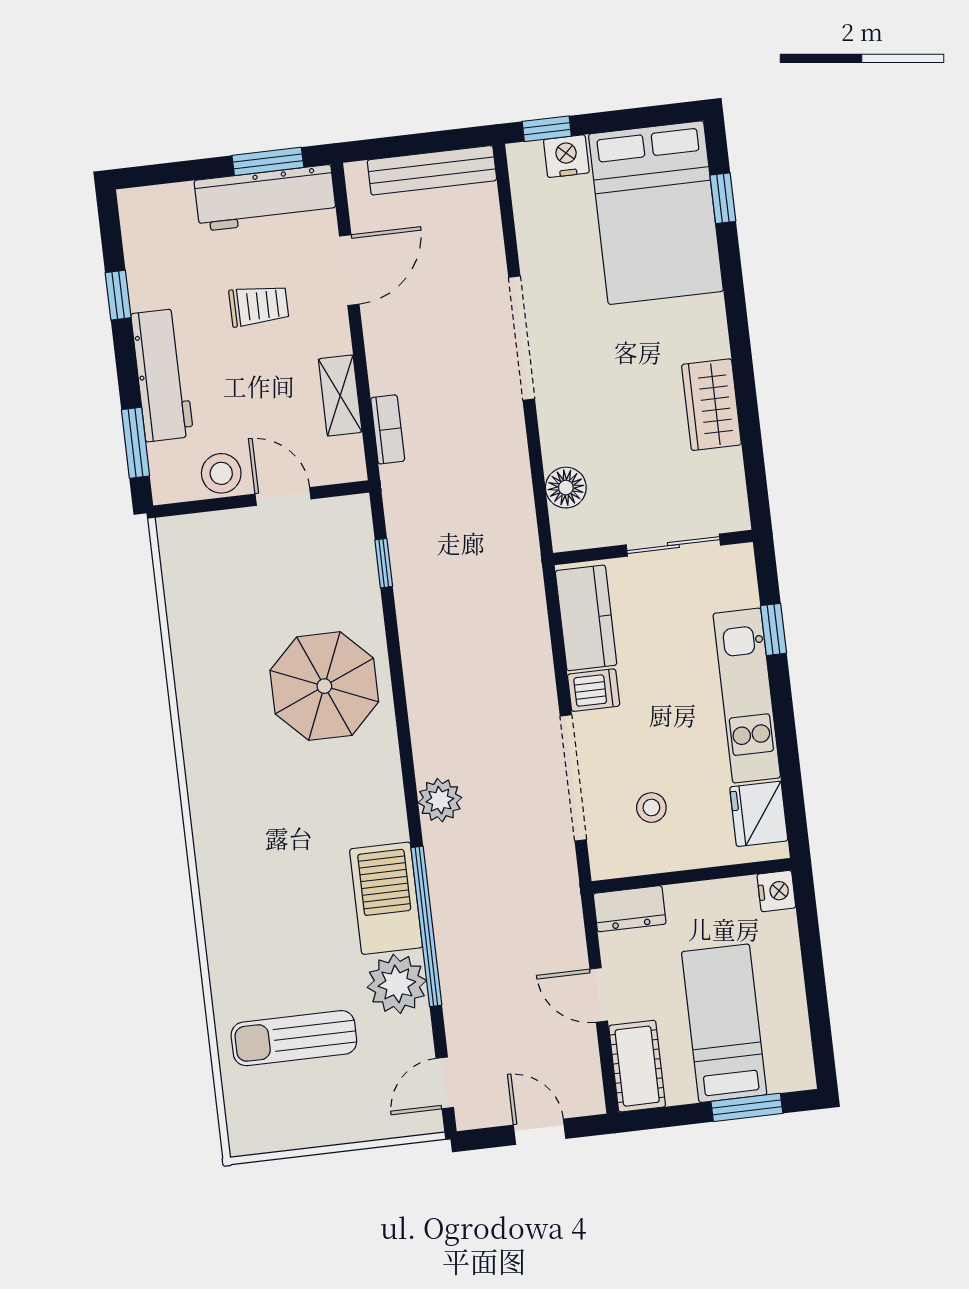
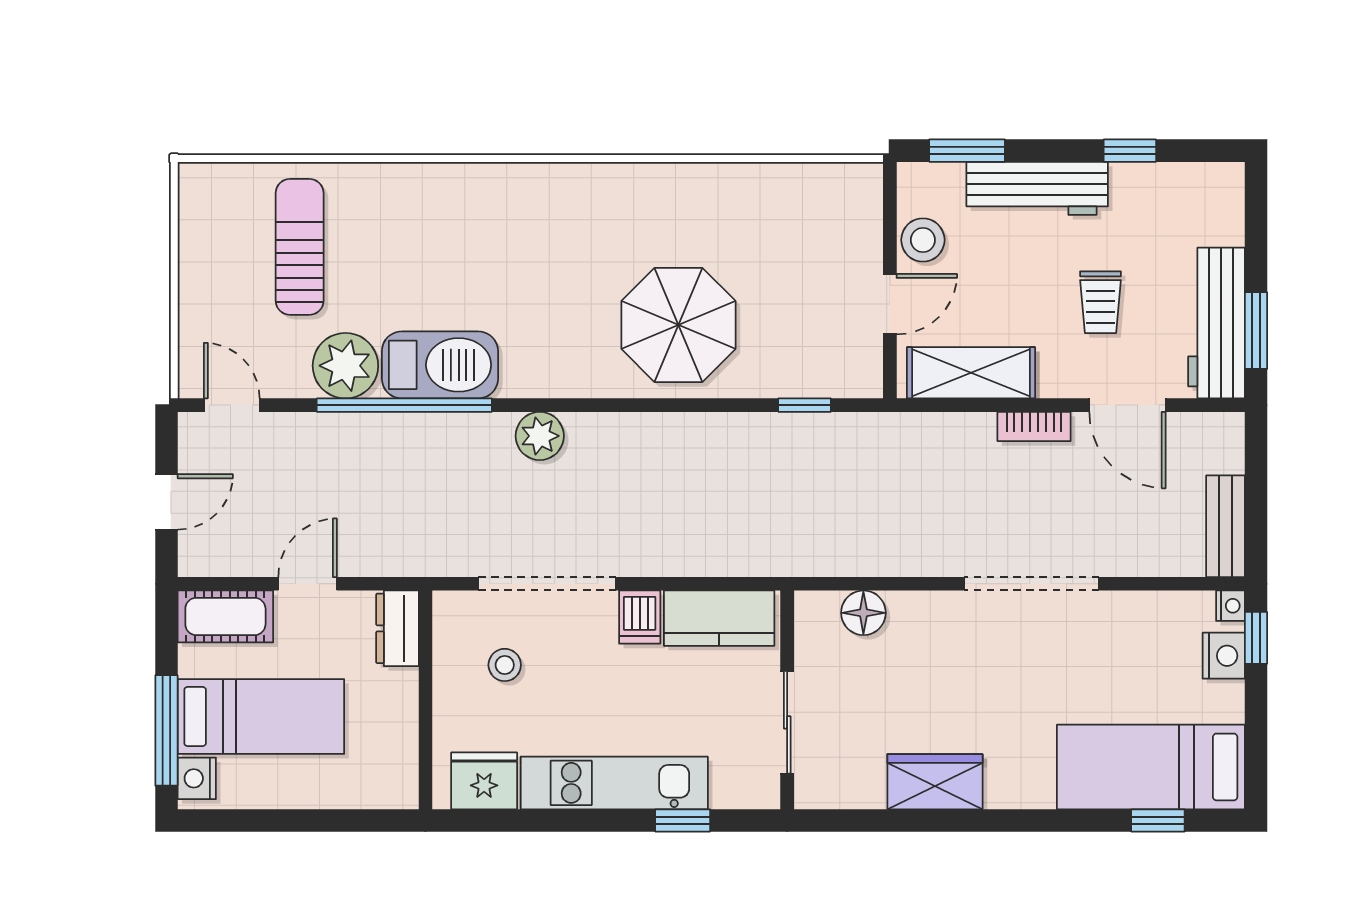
nightstand: (520, 155) -> (1230, 606), added
bench: (432, 170) -> (1225, 526), width x0.73
bed: (656, 213) -> (1151, 767), width x0.67
shelving: (340, 395) -> (971, 373), width x1.50, depth x1.33
bookcase: (388, 429) -> (1034, 427), moved
nightstand: (776, 891) -> (197, 778), moved, turned 90
window: (747, 1107) -> (166, 730), width x1.44

